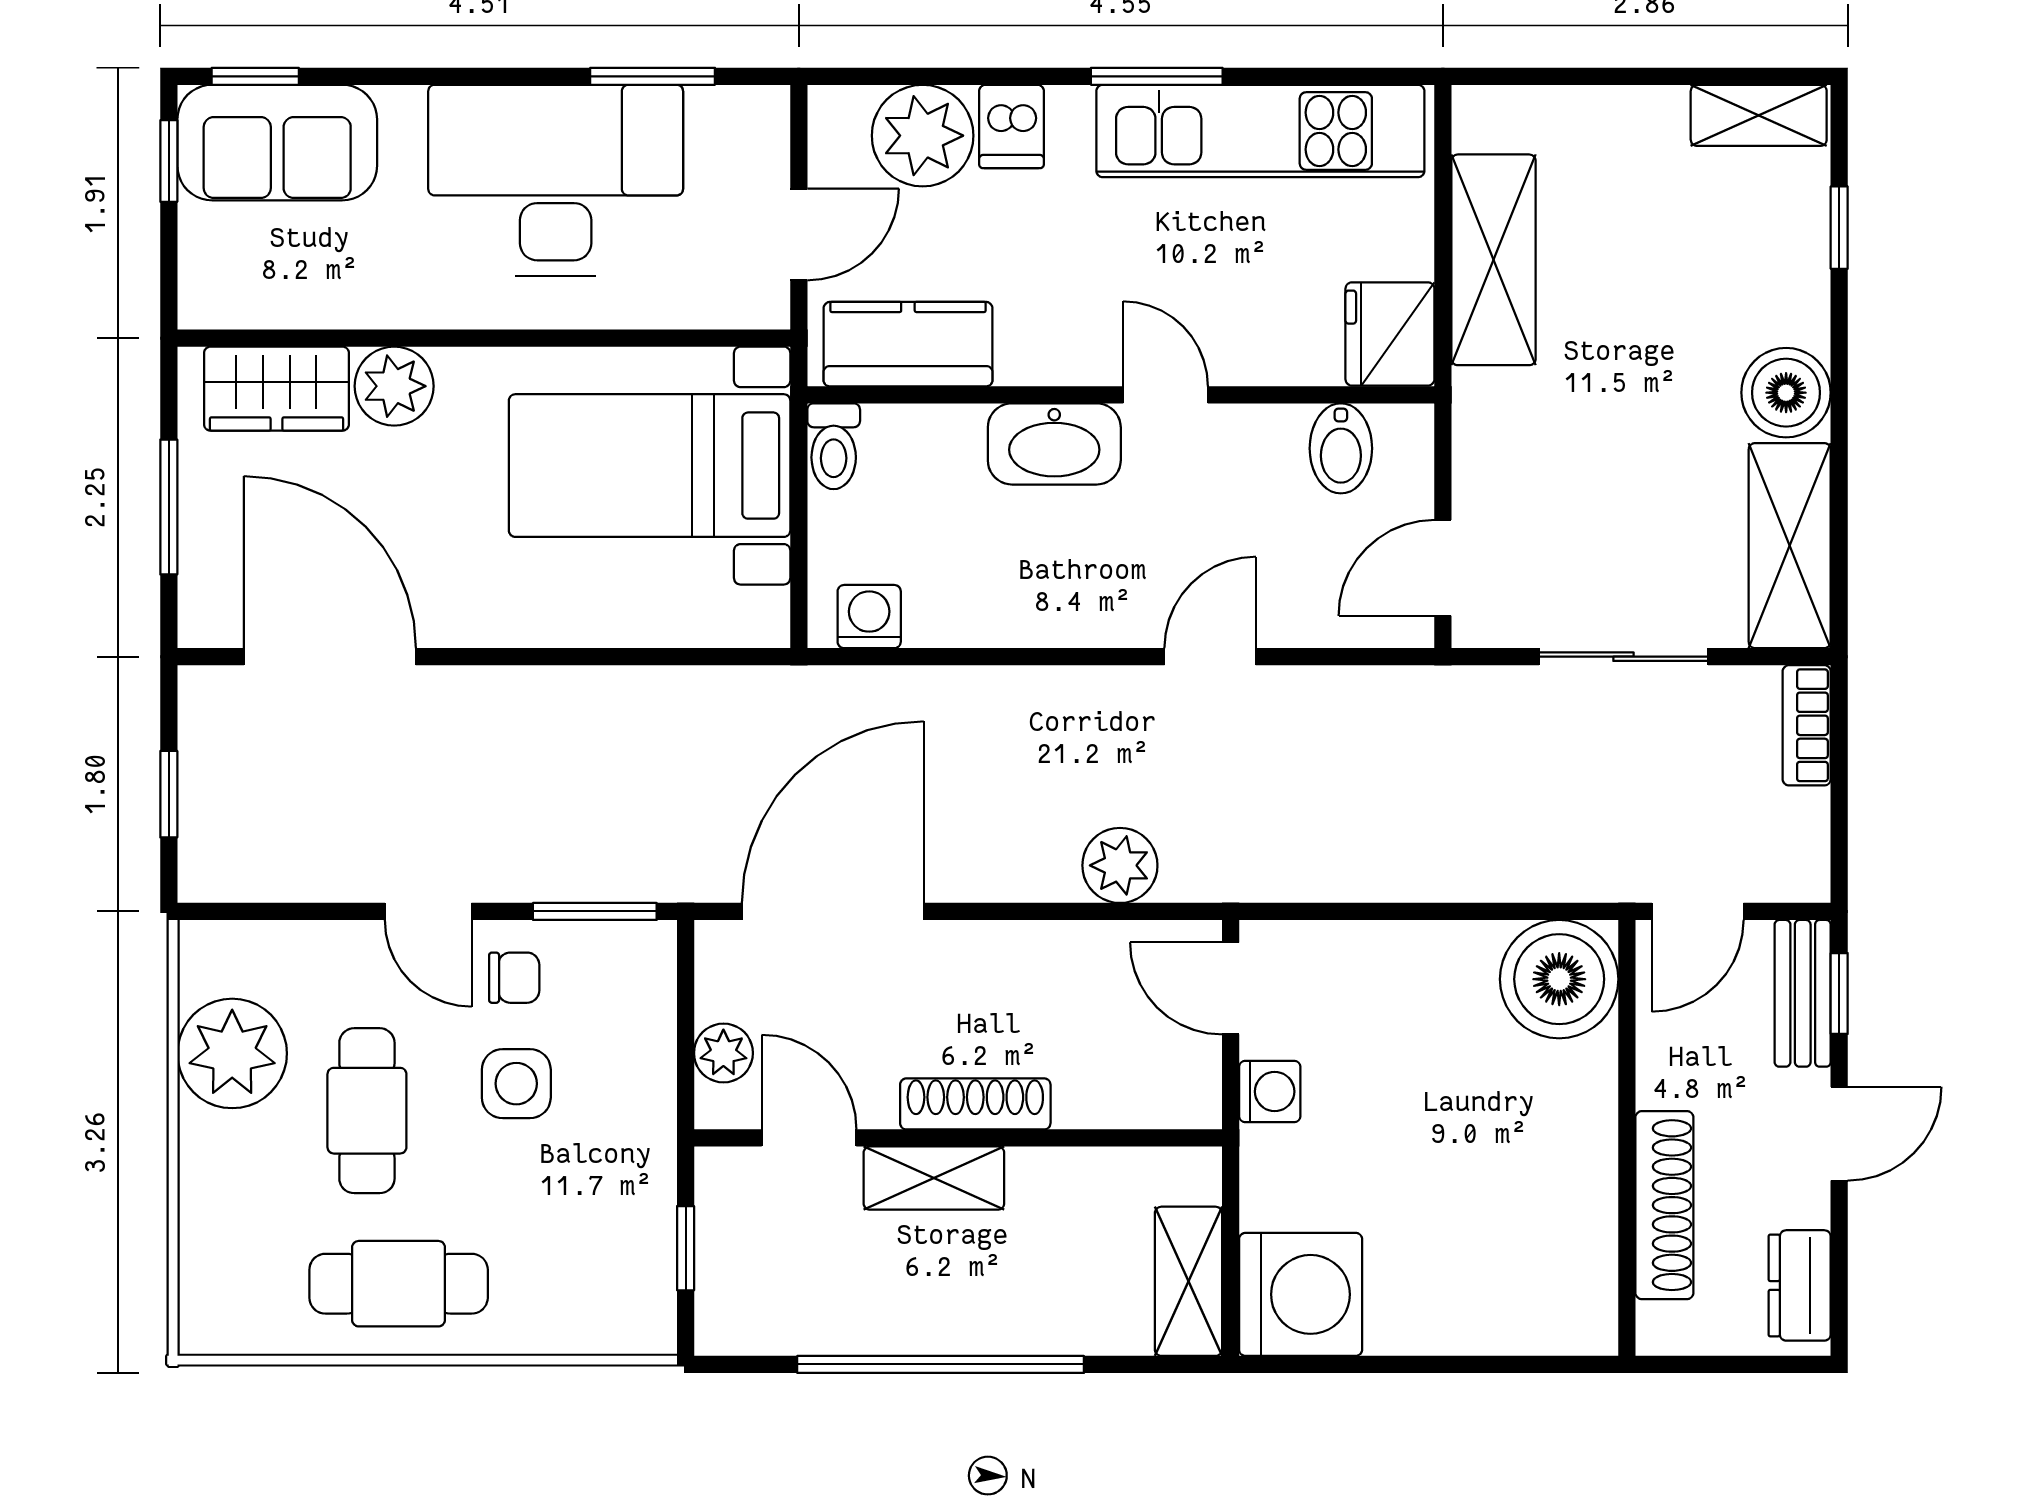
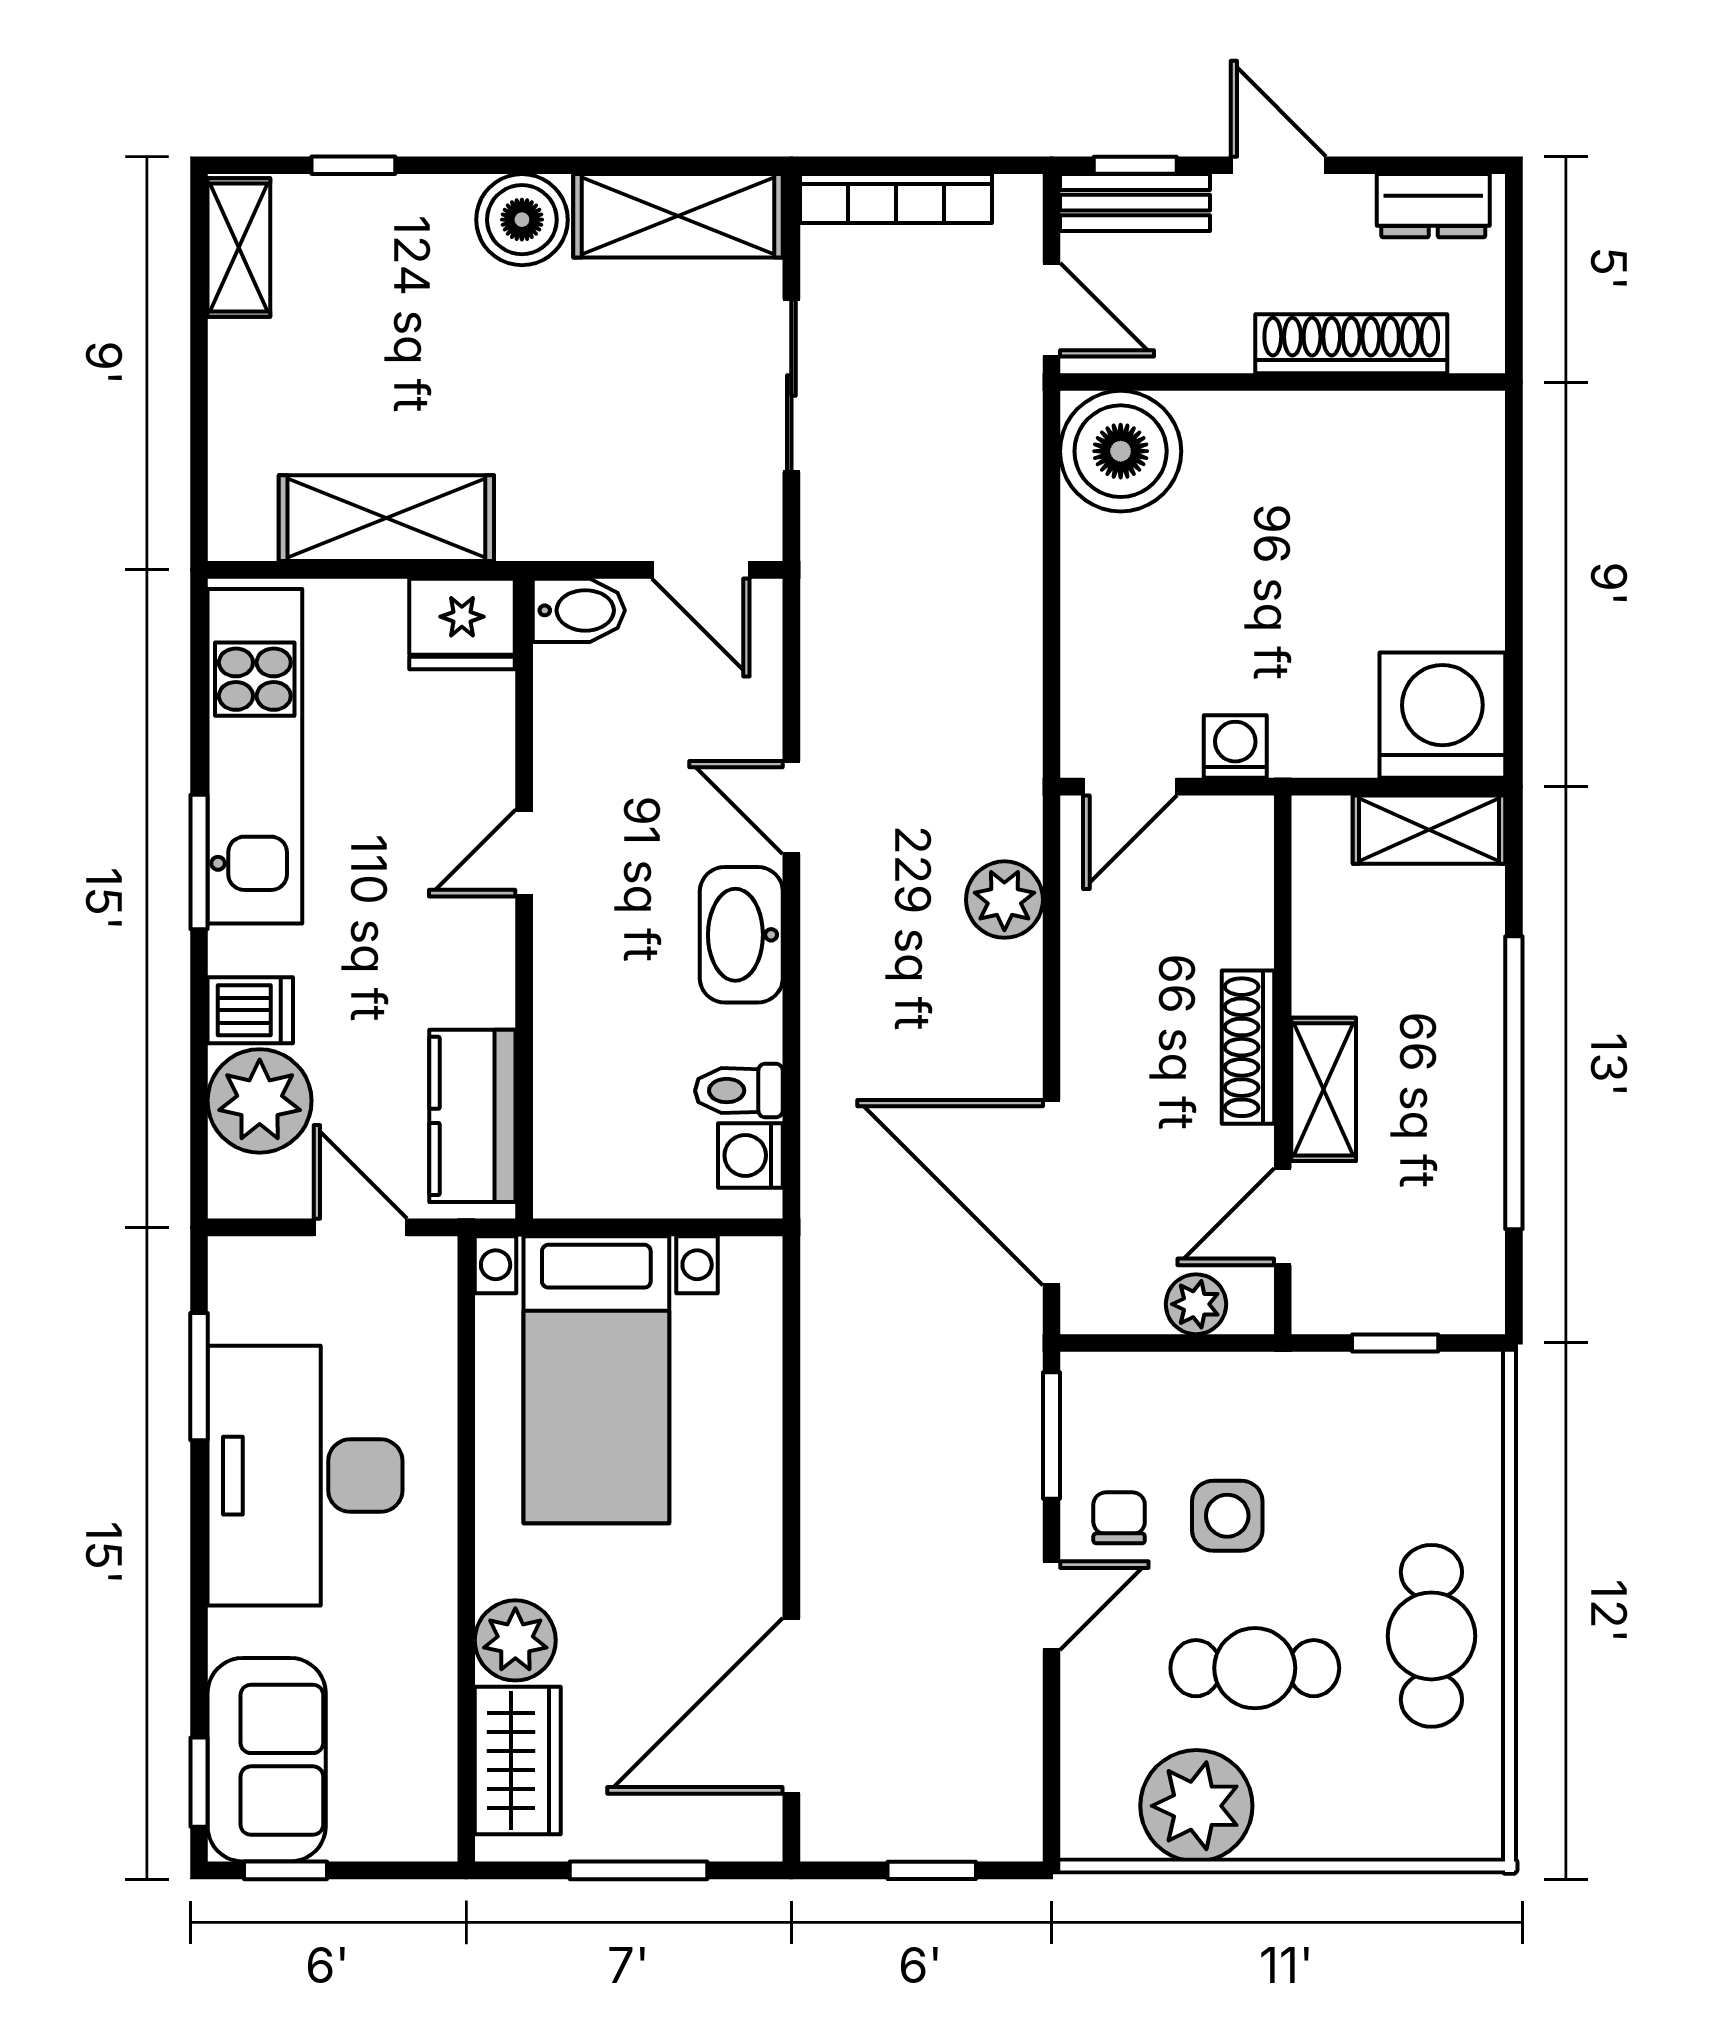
washbasin: (1054, 444) -> (741, 935), moved, turned 180
toilet: (834, 446) -> (739, 1091), moved, turned 180
bidet: (1341, 448) -> (579, 610), moved
bookcase: (1807, 725) -> (896, 199), width x1.56

